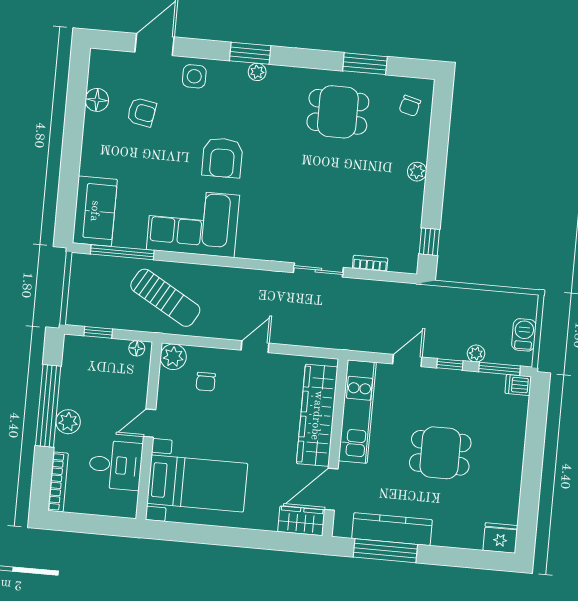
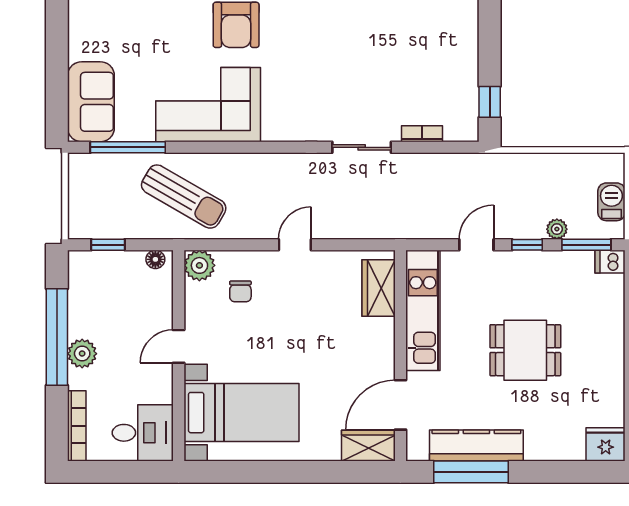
plant: (417, 172) -> (468, 20), removed
wardrobe: (317, 415) -> (379, 288), width x0.48, depth x0.85
desk: (115, 465) -> (143, 433), moved

